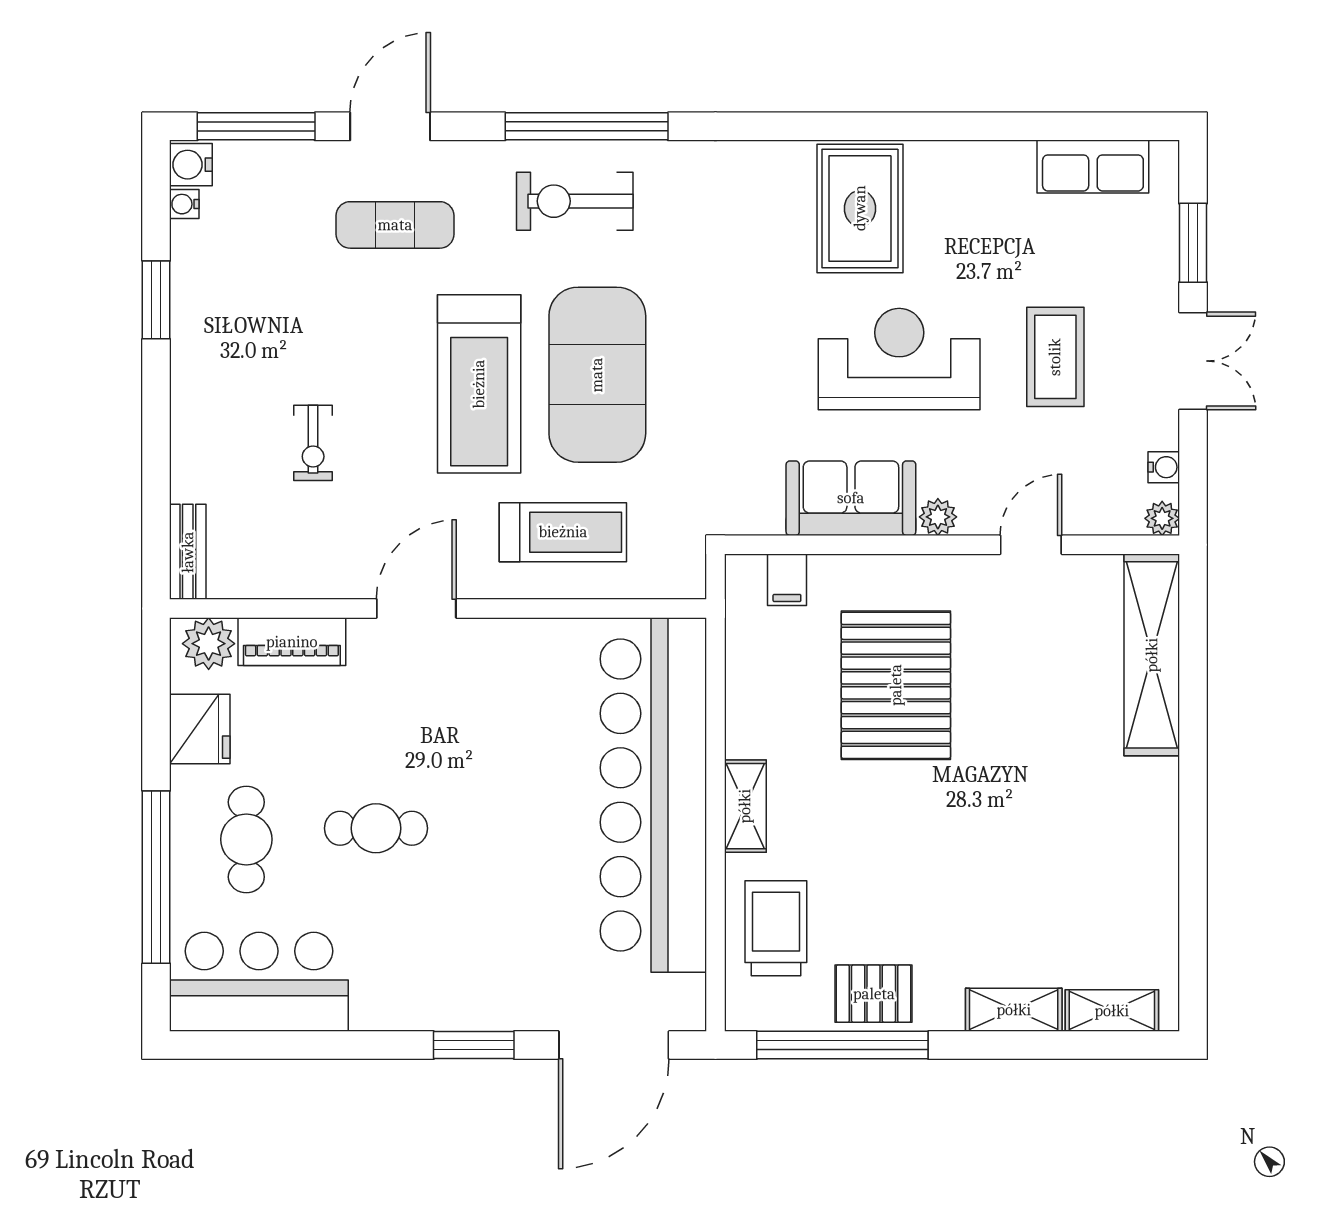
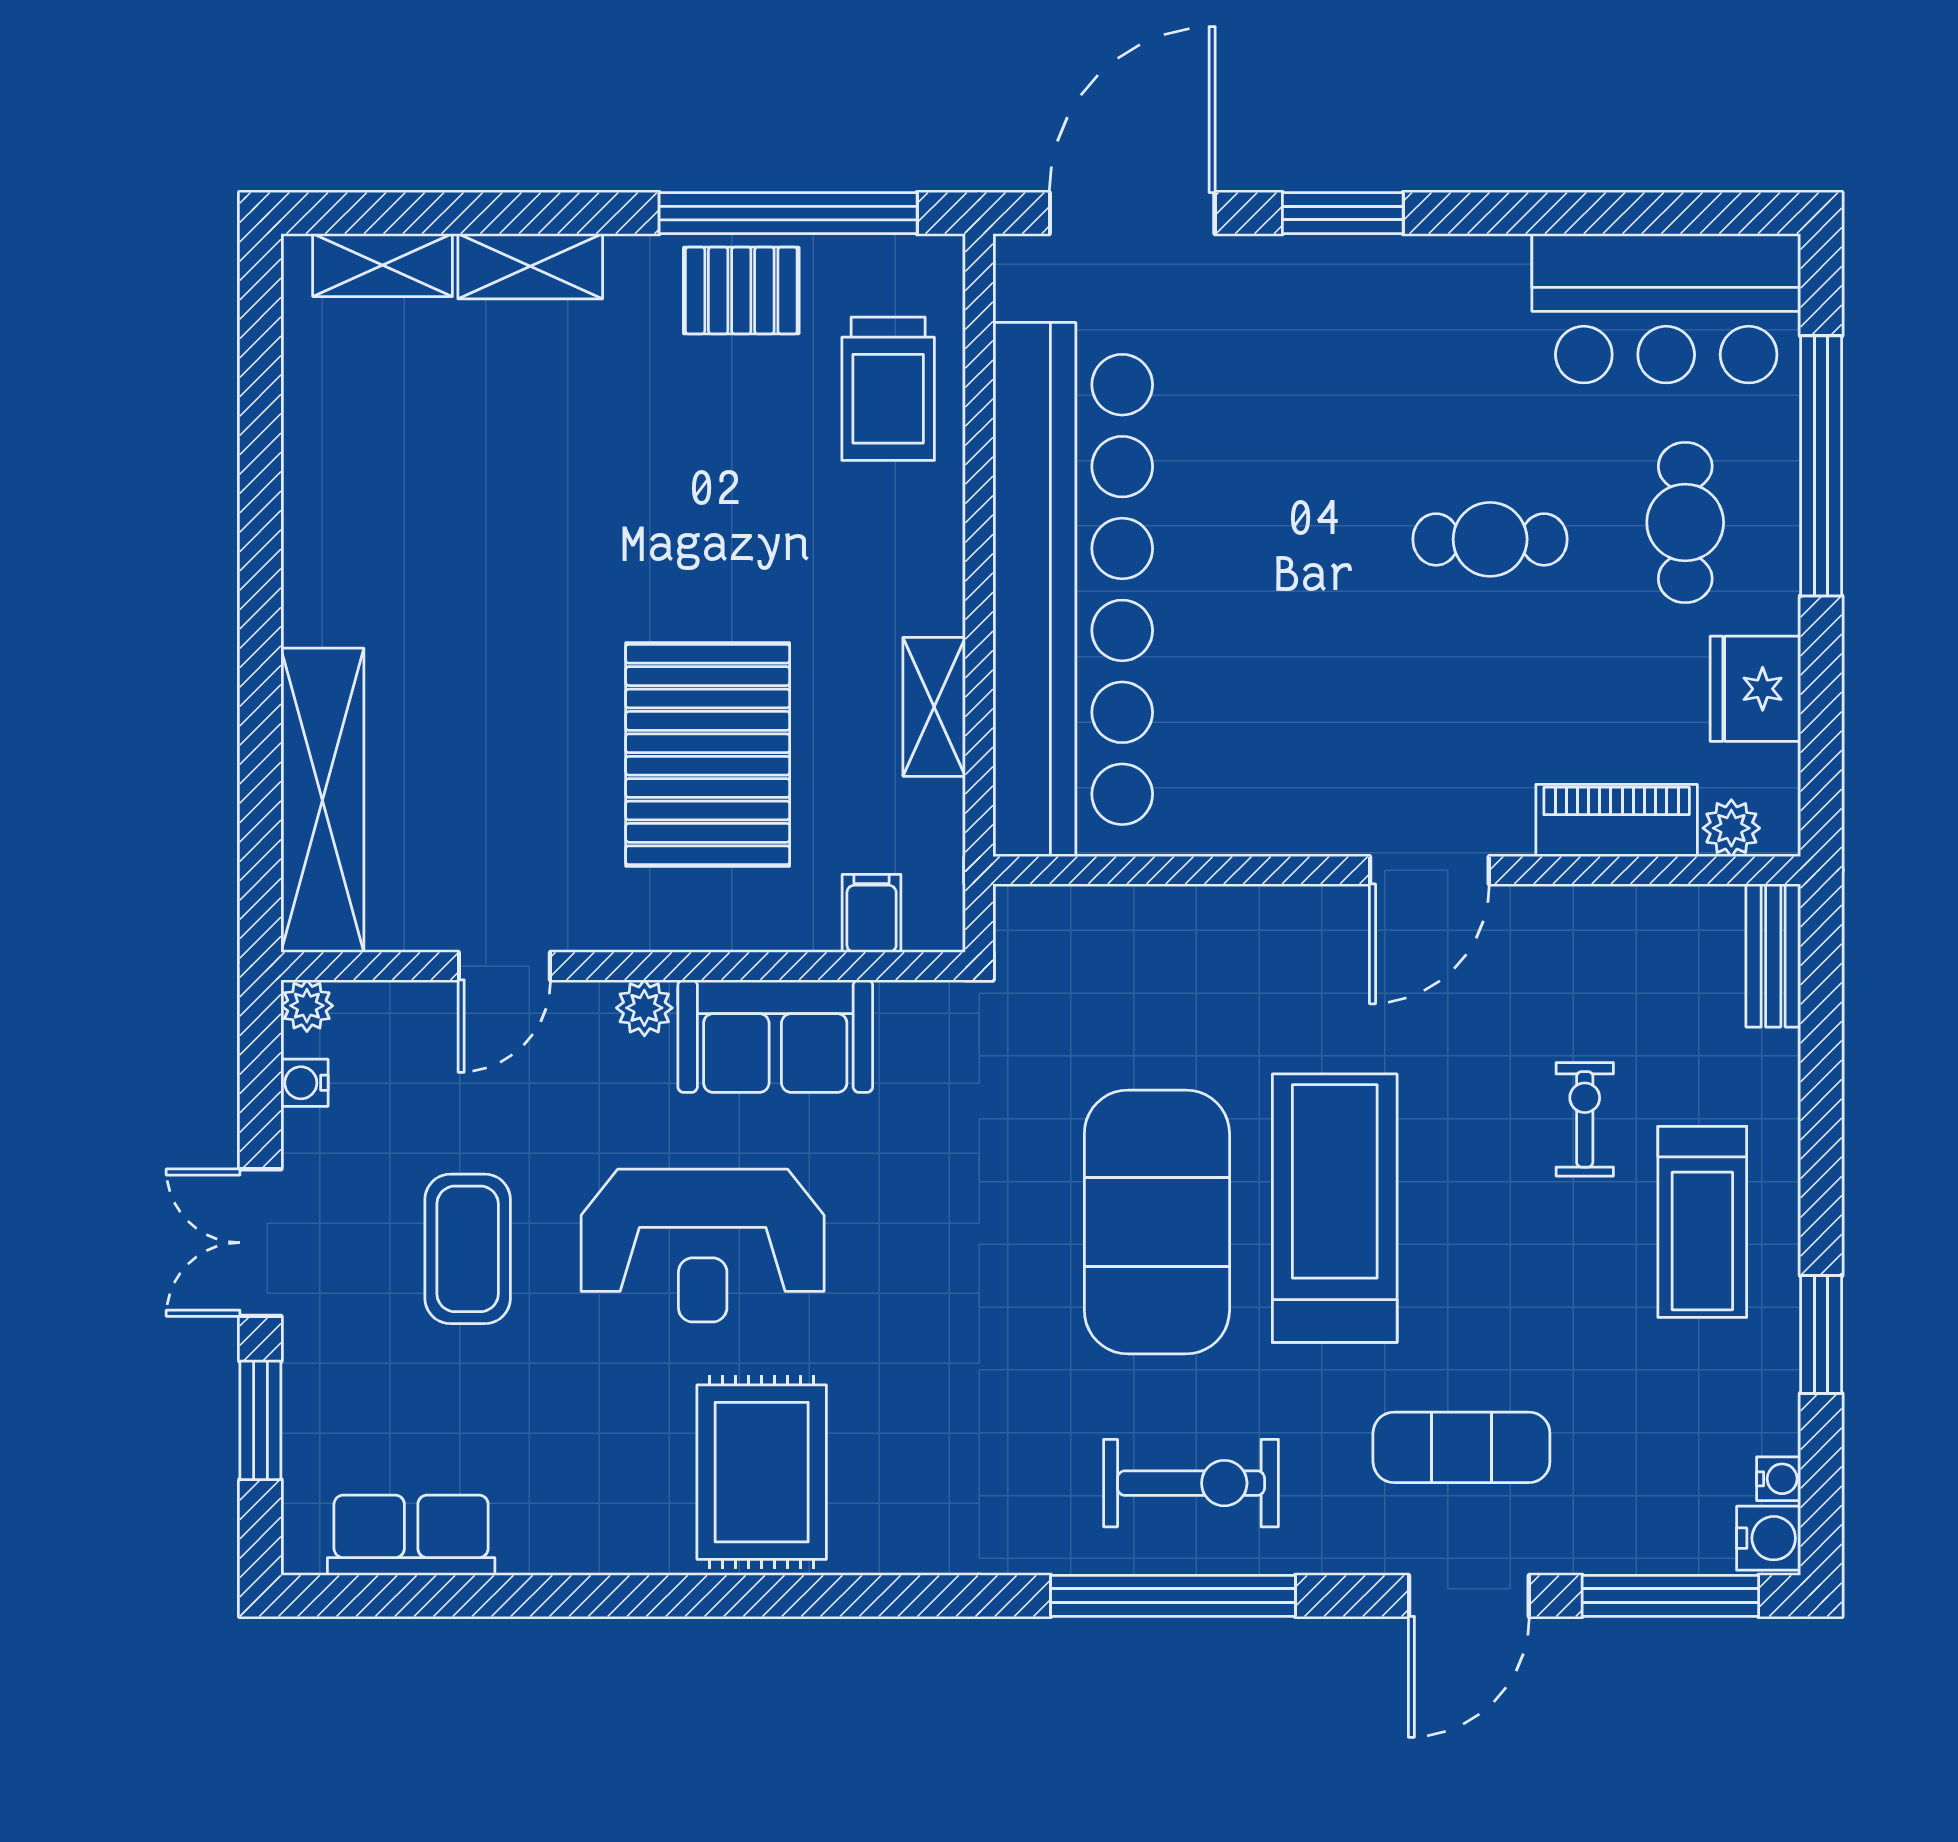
treadmill: (563, 532) -> (1702, 1222), moved, turned -90
plant: (209, 644) -> (1731, 828), width x0.73, depth x0.73
shelving: (745, 806) -> (934, 707), moved

